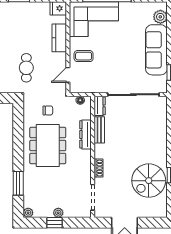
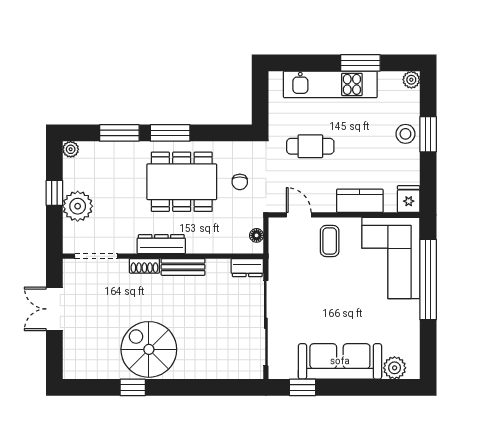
stool: (19, 10) -> (405, 134), added
bench: (99, 130) -> (183, 267), moved
dresser: (85, 134) -> (161, 244), moved
window: (18, 153) -> (170, 133), added
spiral stairs: (149, 181) -> (149, 349), moved
plant: (58, 213) -> (78, 206), width x1.88, depth x1.88

